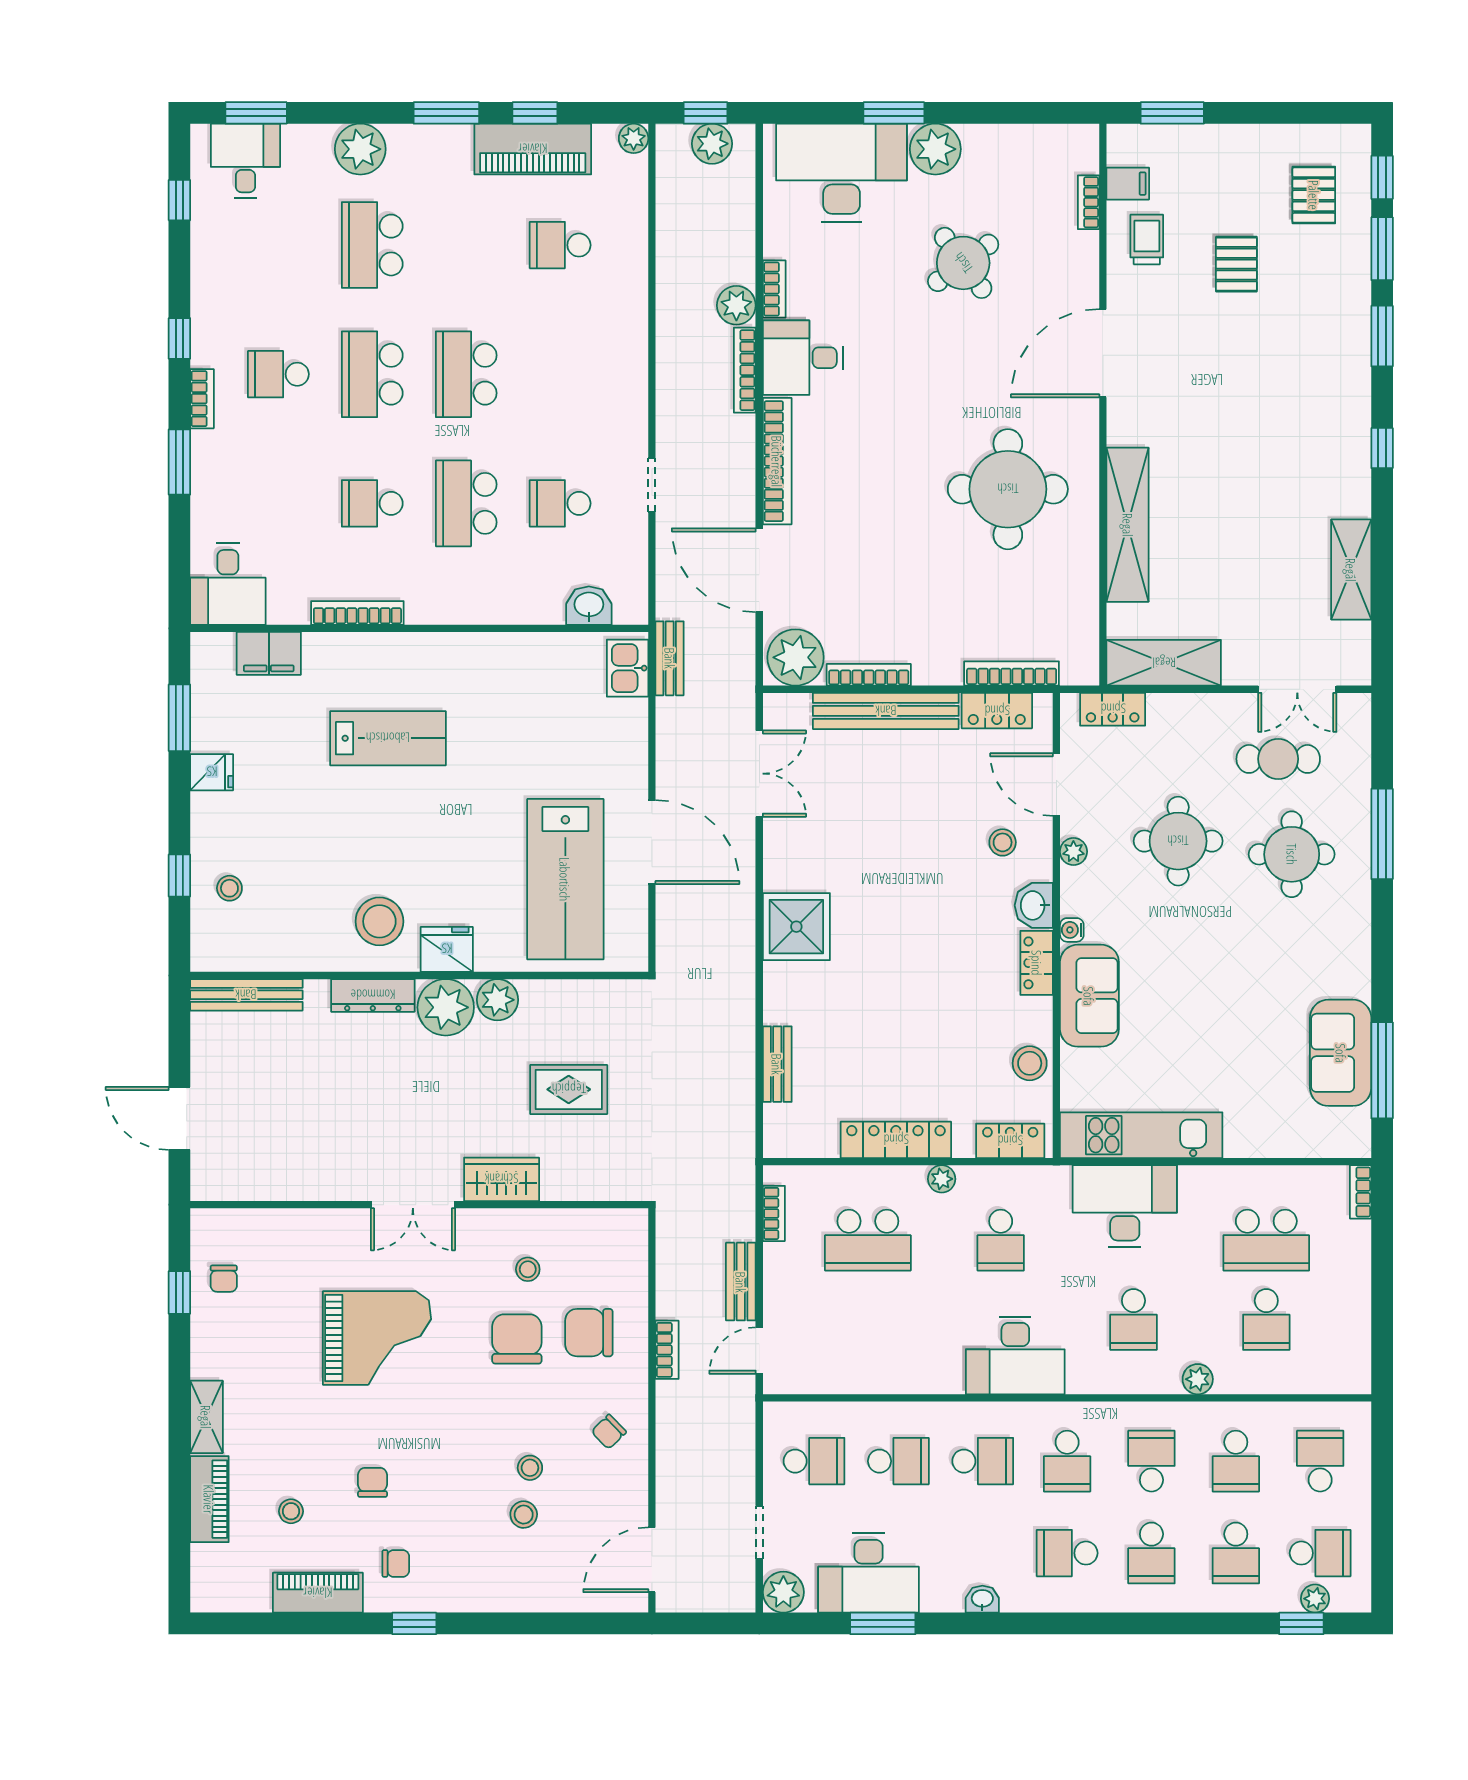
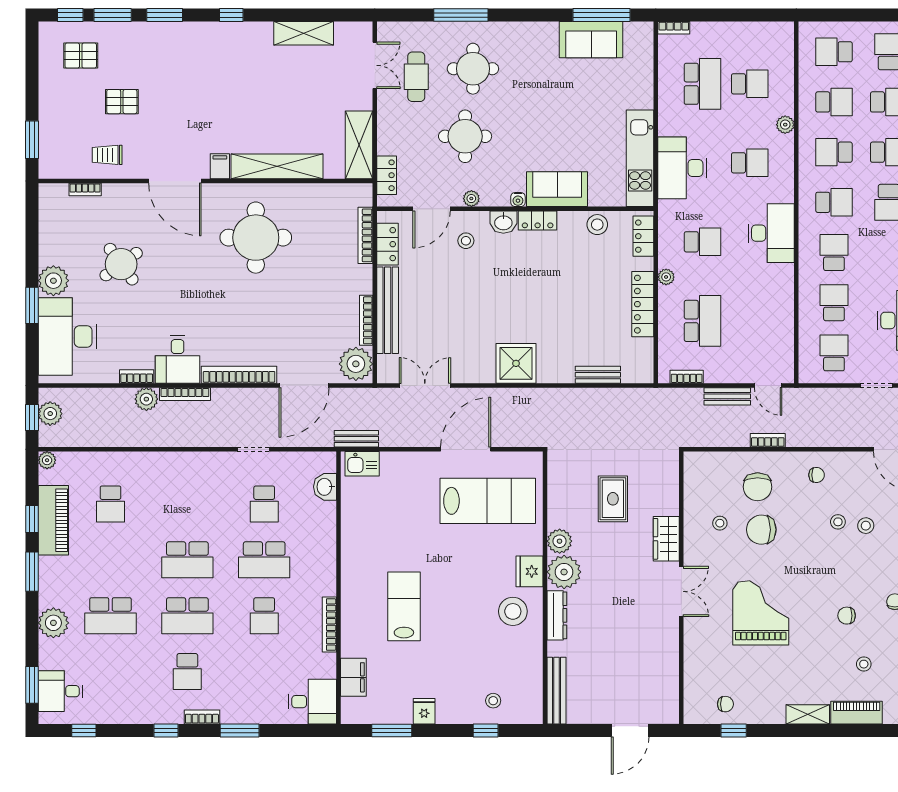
filing cabinet: (1128, 184) -> (220, 166), moved
chair: (609, 1432) -> (817, 475), turned -46

